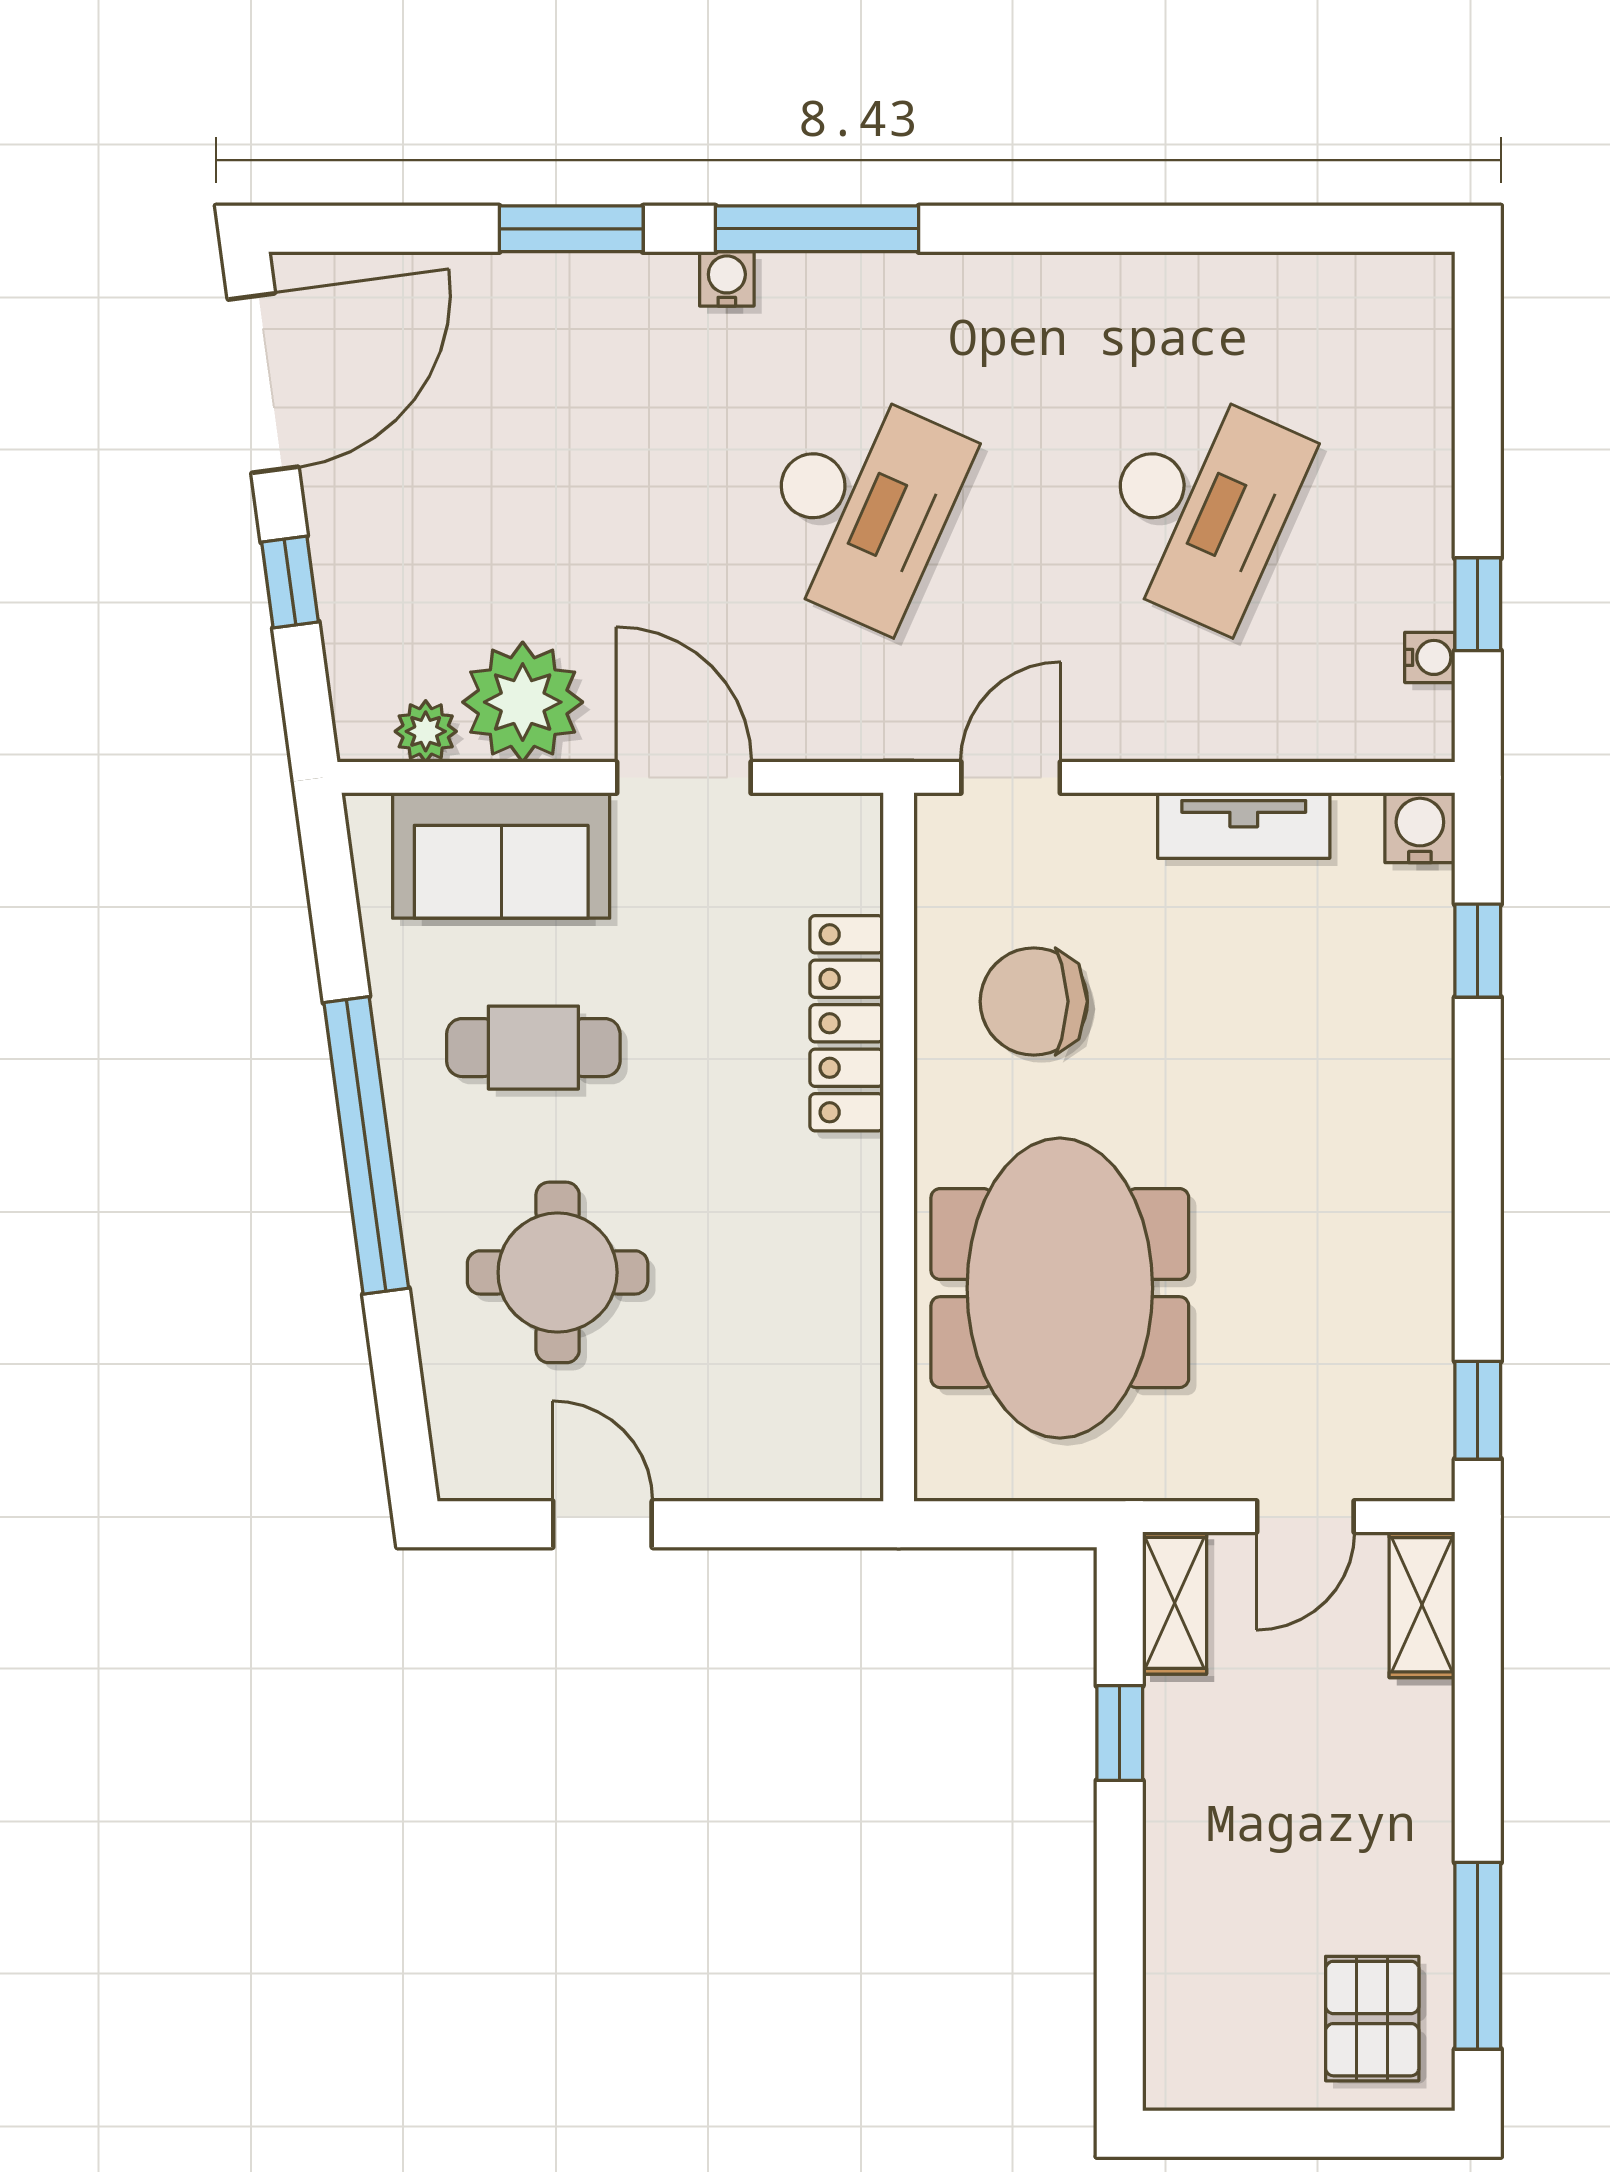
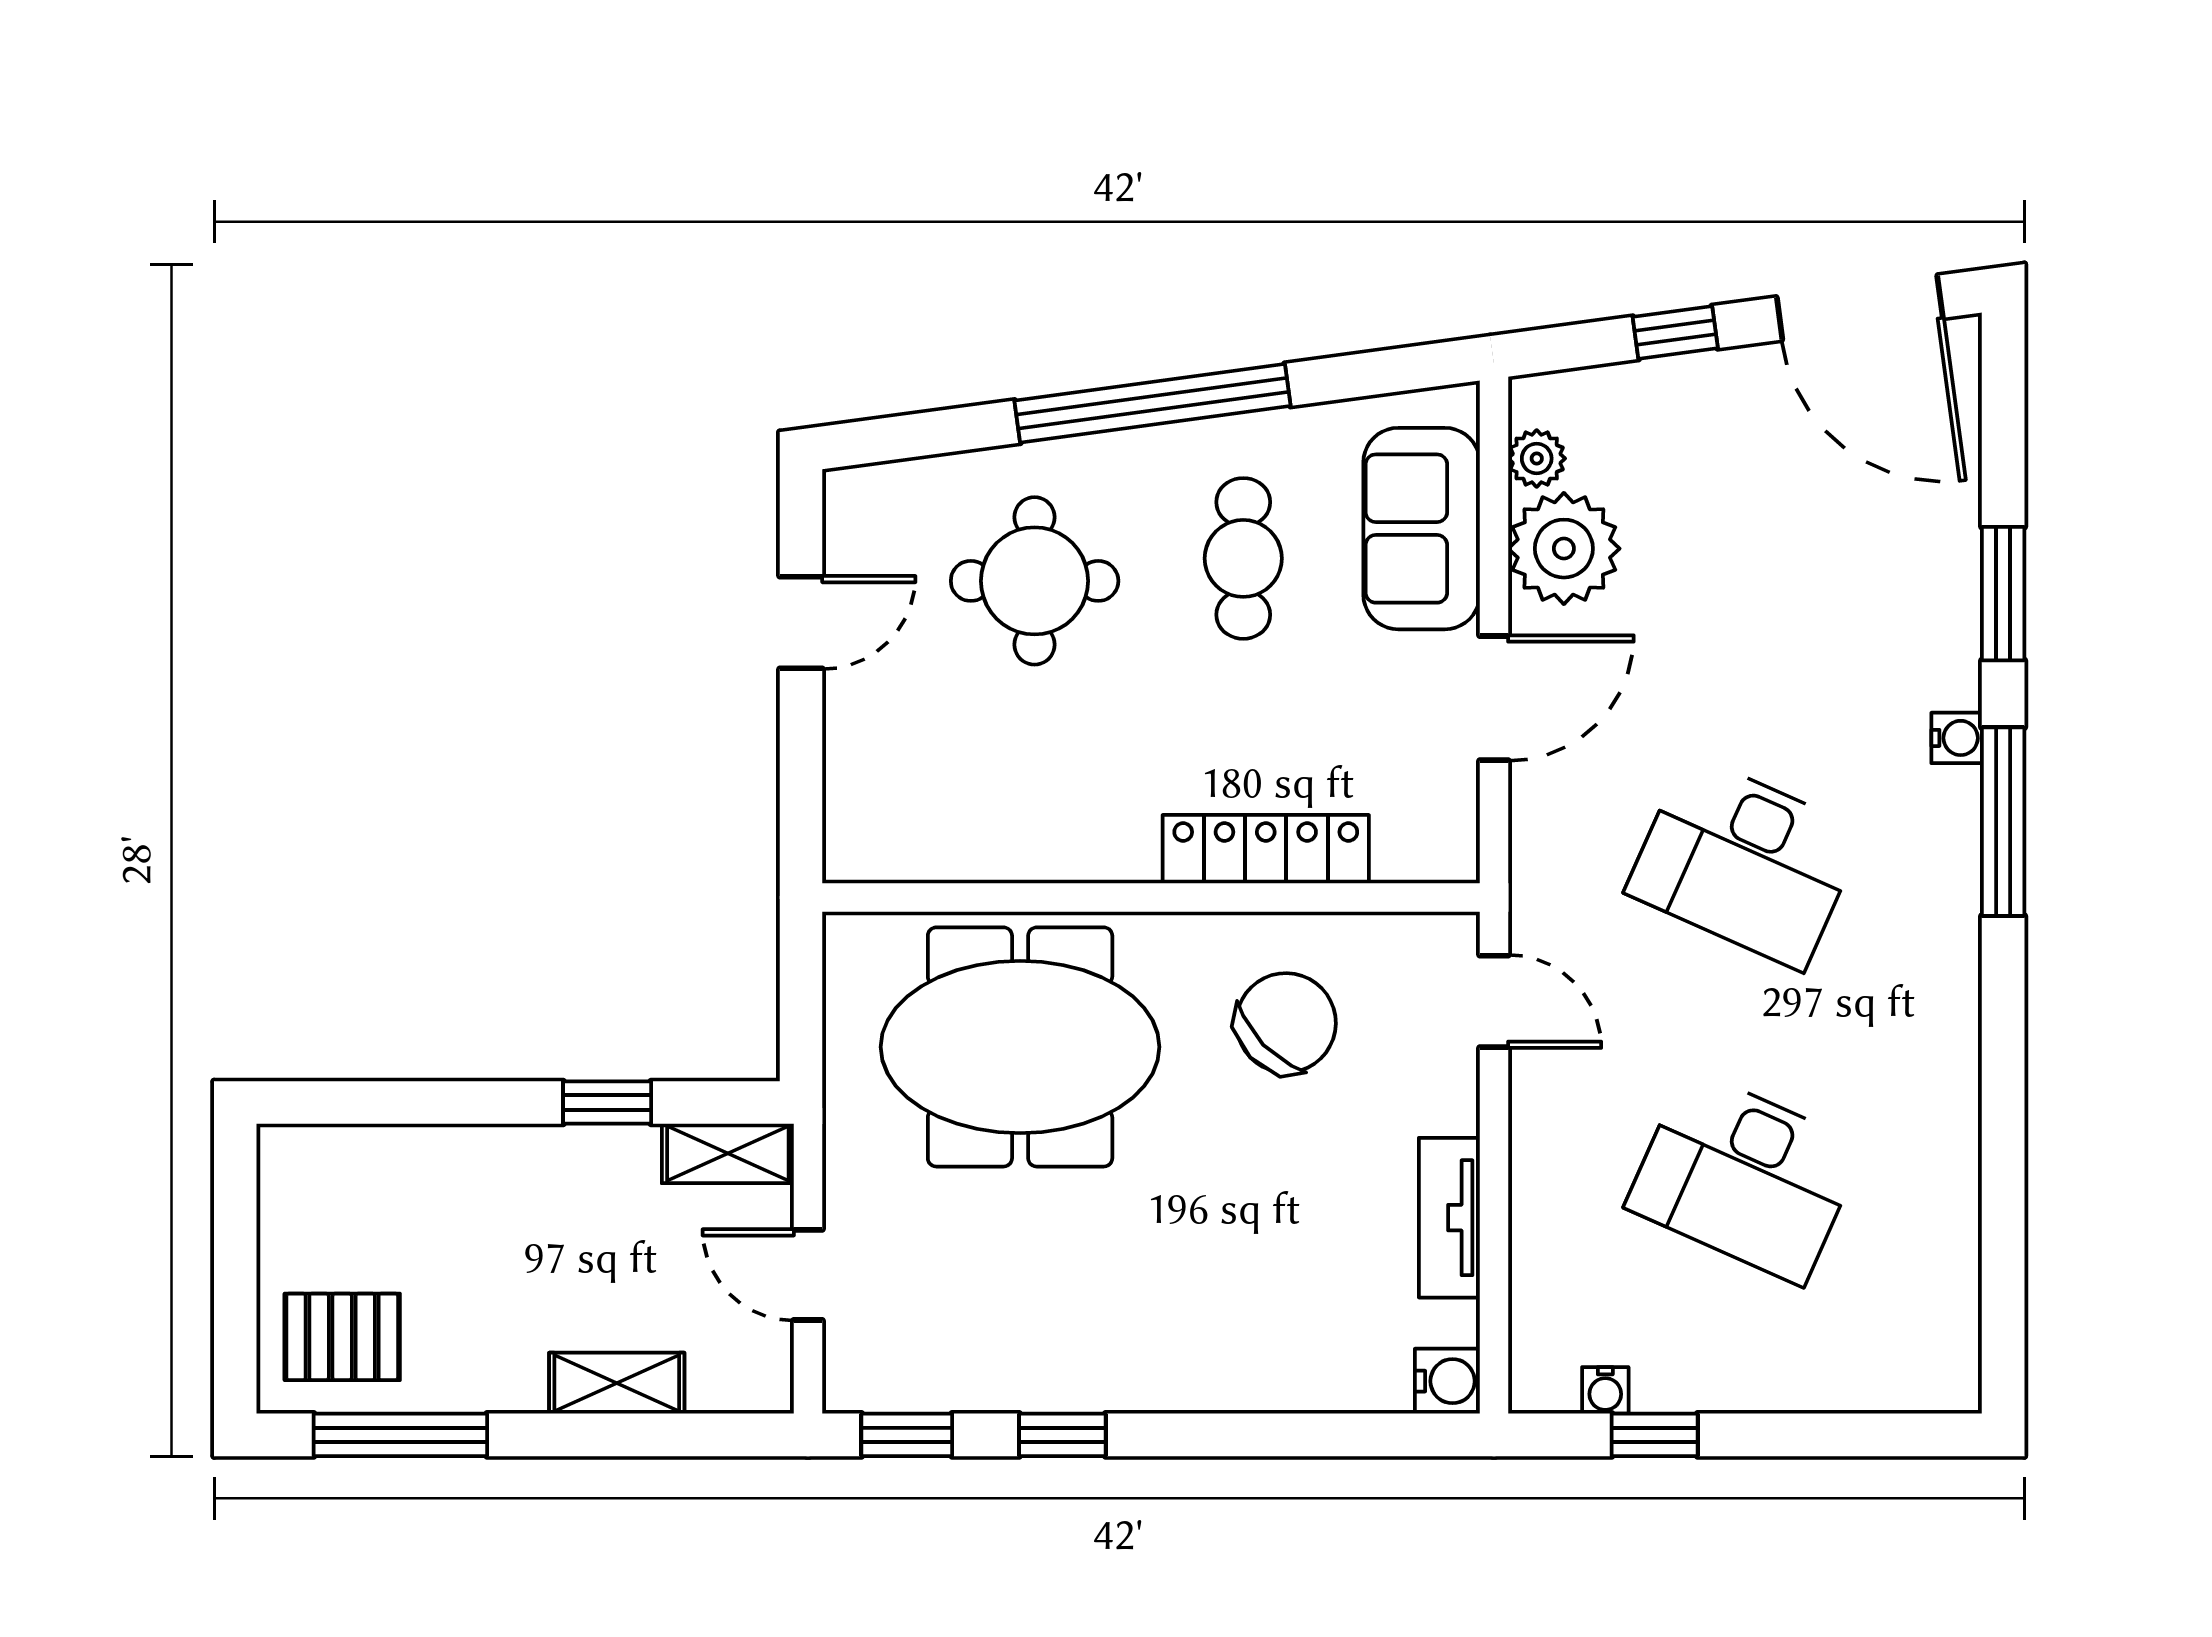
window: (1478, 951) -> (1062, 1435), moved
chair: (1034, 1001) -> (1286, 1023), turned 46
shelving: (1422, 1605) -> (617, 1383), moved

